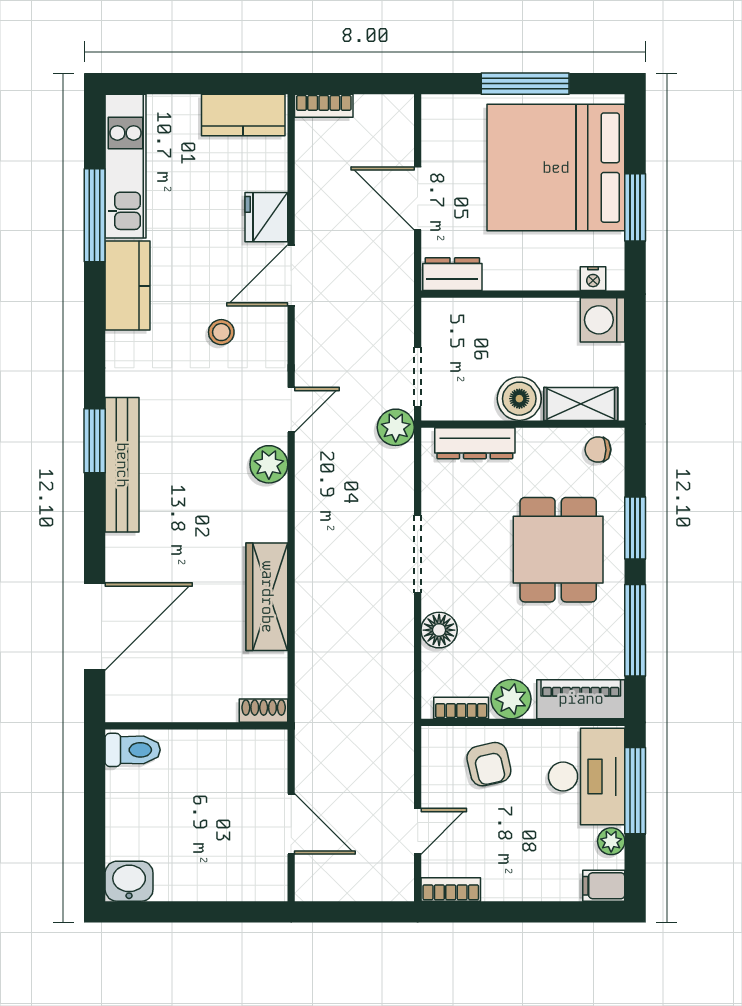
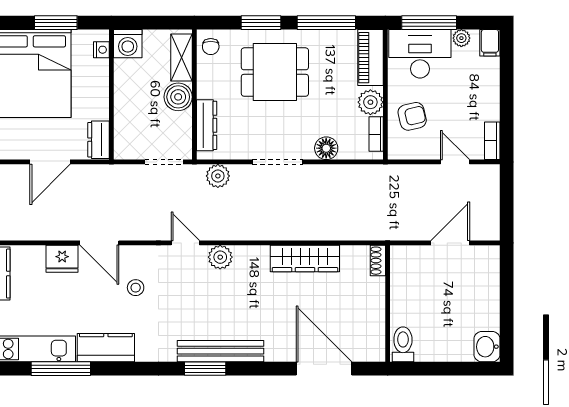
plant: (396, 427) -> (218, 176), moved

